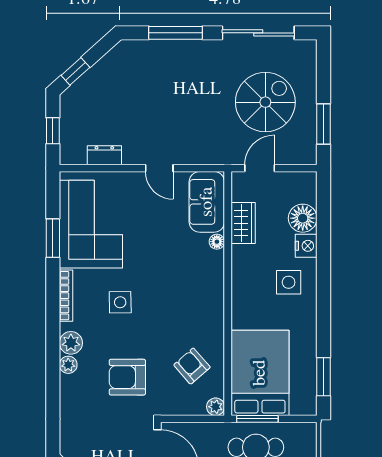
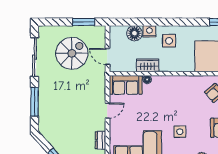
spiral stairs: (265, 102) -> (72, 53), turned 90
wardrobe: (243, 223) -> (148, 65), moved

